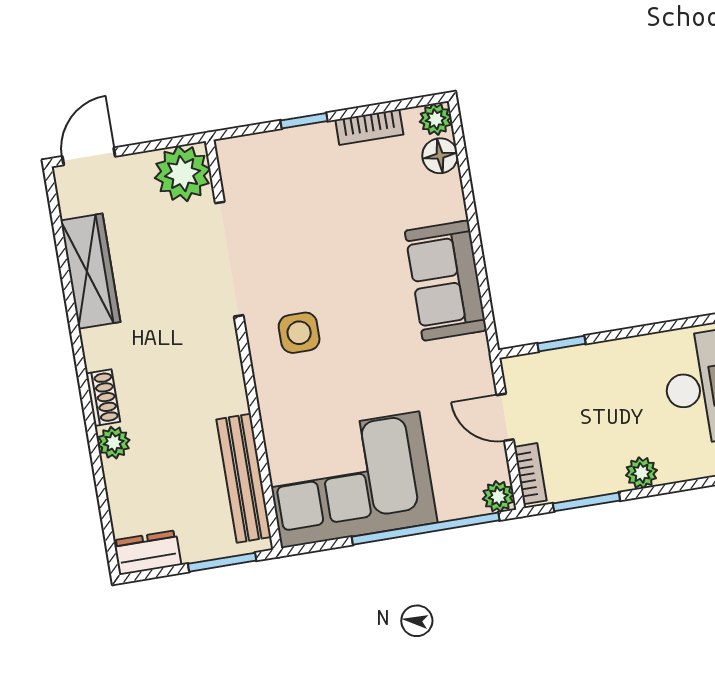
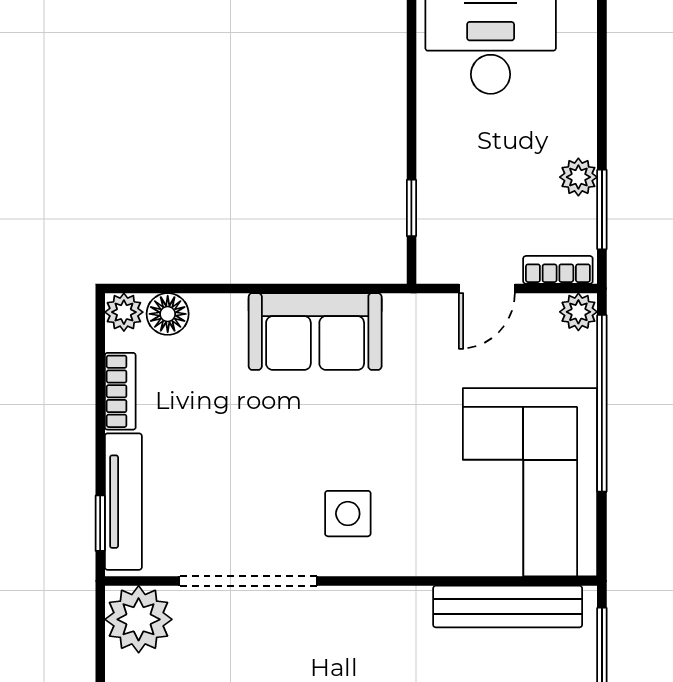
window: (304, 121) -> (100, 523), moved
tv unit: (278, 145) -> (123, 502), added
plant: (641, 473) -> (578, 177), moved

